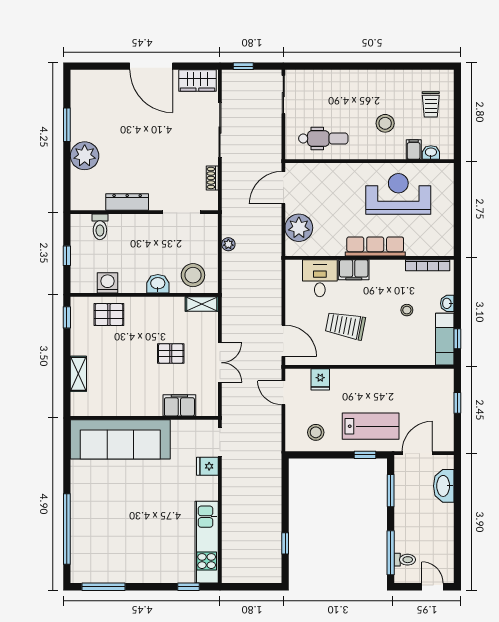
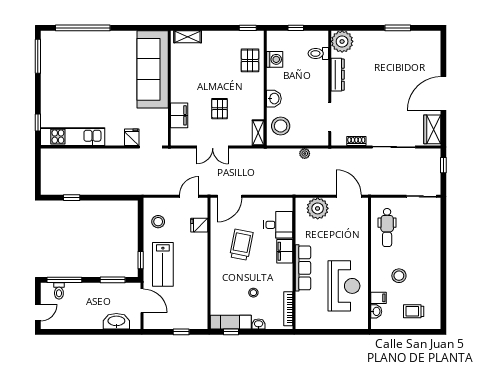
plant: (85, 156) -> (342, 41), moved
shelving: (78, 374) -> (188, 37), moved

